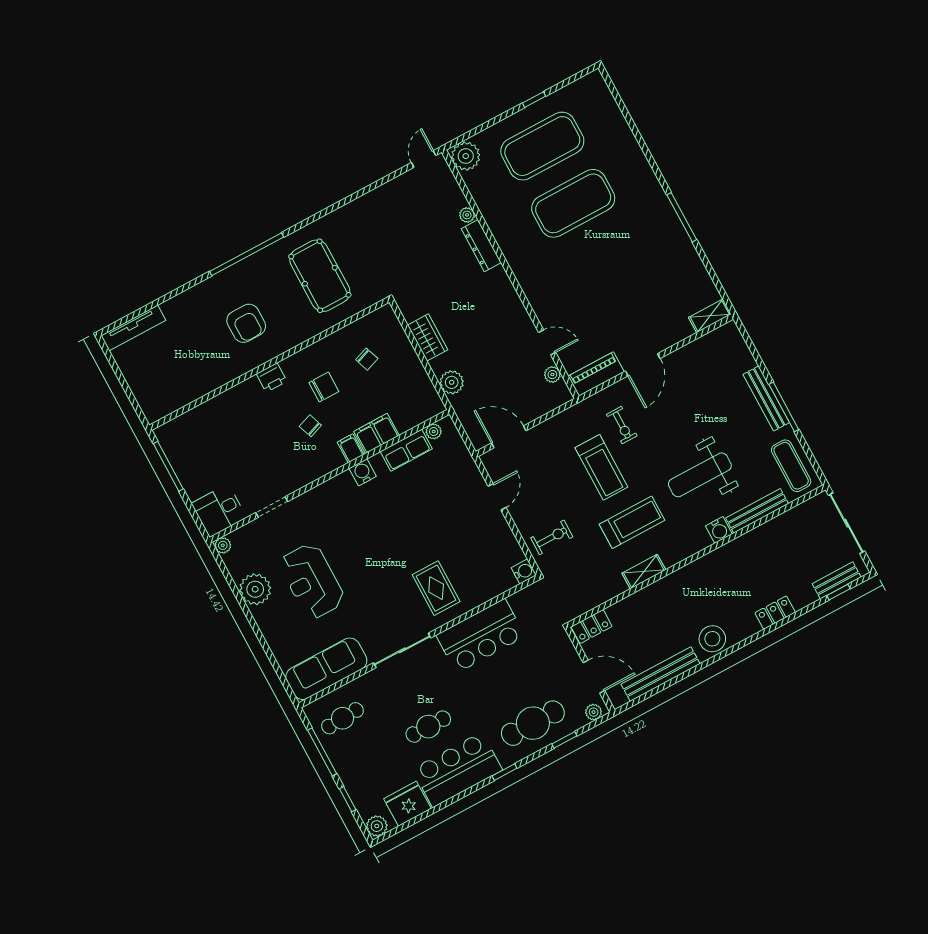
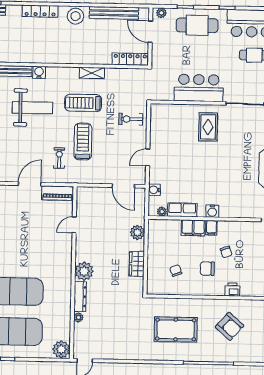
pool table: (320, 276) -> (176, 329), turned 90
armchair: (246, 323) -> (230, 326), turned 131
door: (547, 342) -> (74, 225), hinge flipped
plant: (552, 375) -> (84, 271), moved, width x1.87, depth x1.87
water cooler: (524, 571) -> (154, 190), moved
locker: (775, 613) -> (40, 11), width x1.53
locker: (592, 627) -> (130, 59), width x1.53

